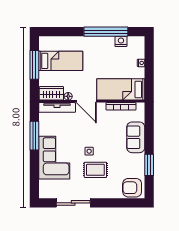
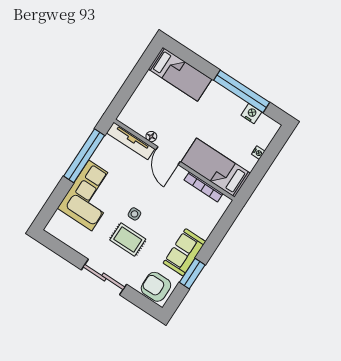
bed: (61, 61) -> (180, 74), moved
window: (34, 65) -> (136, 76), removed
wardrobe: (51, 93) -> (135, 121), removed
window: (34, 136) -> (84, 156), width x1.46
sofa: (136, 137) -> (184, 252), moved
sliding door: (73, 203) -> (104, 277), moved

